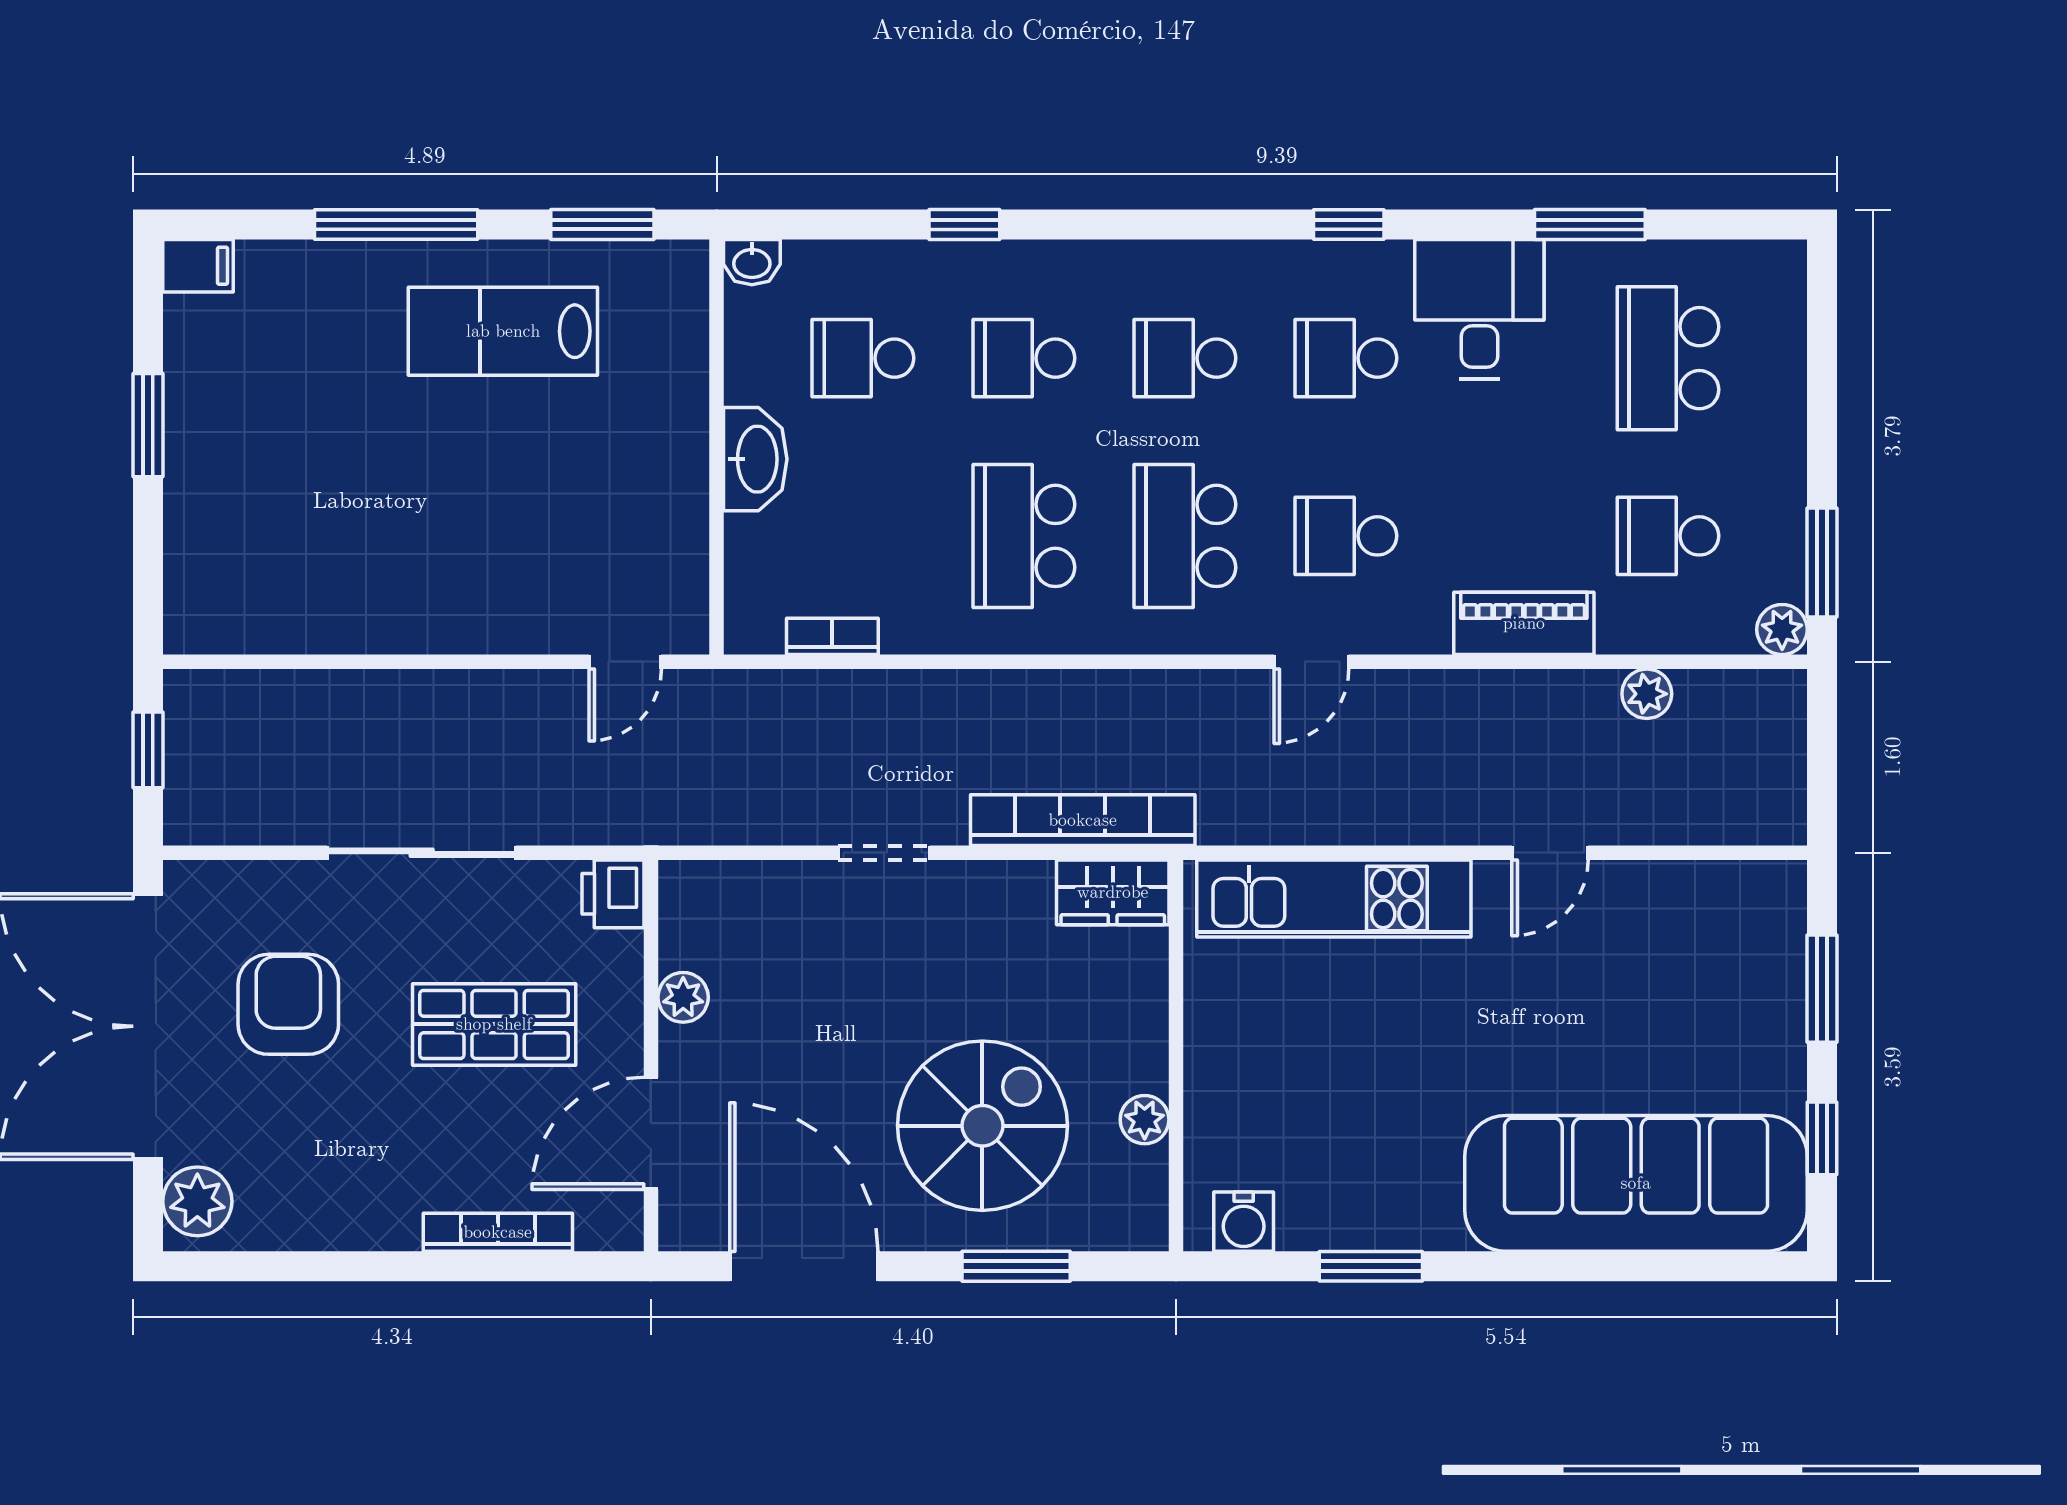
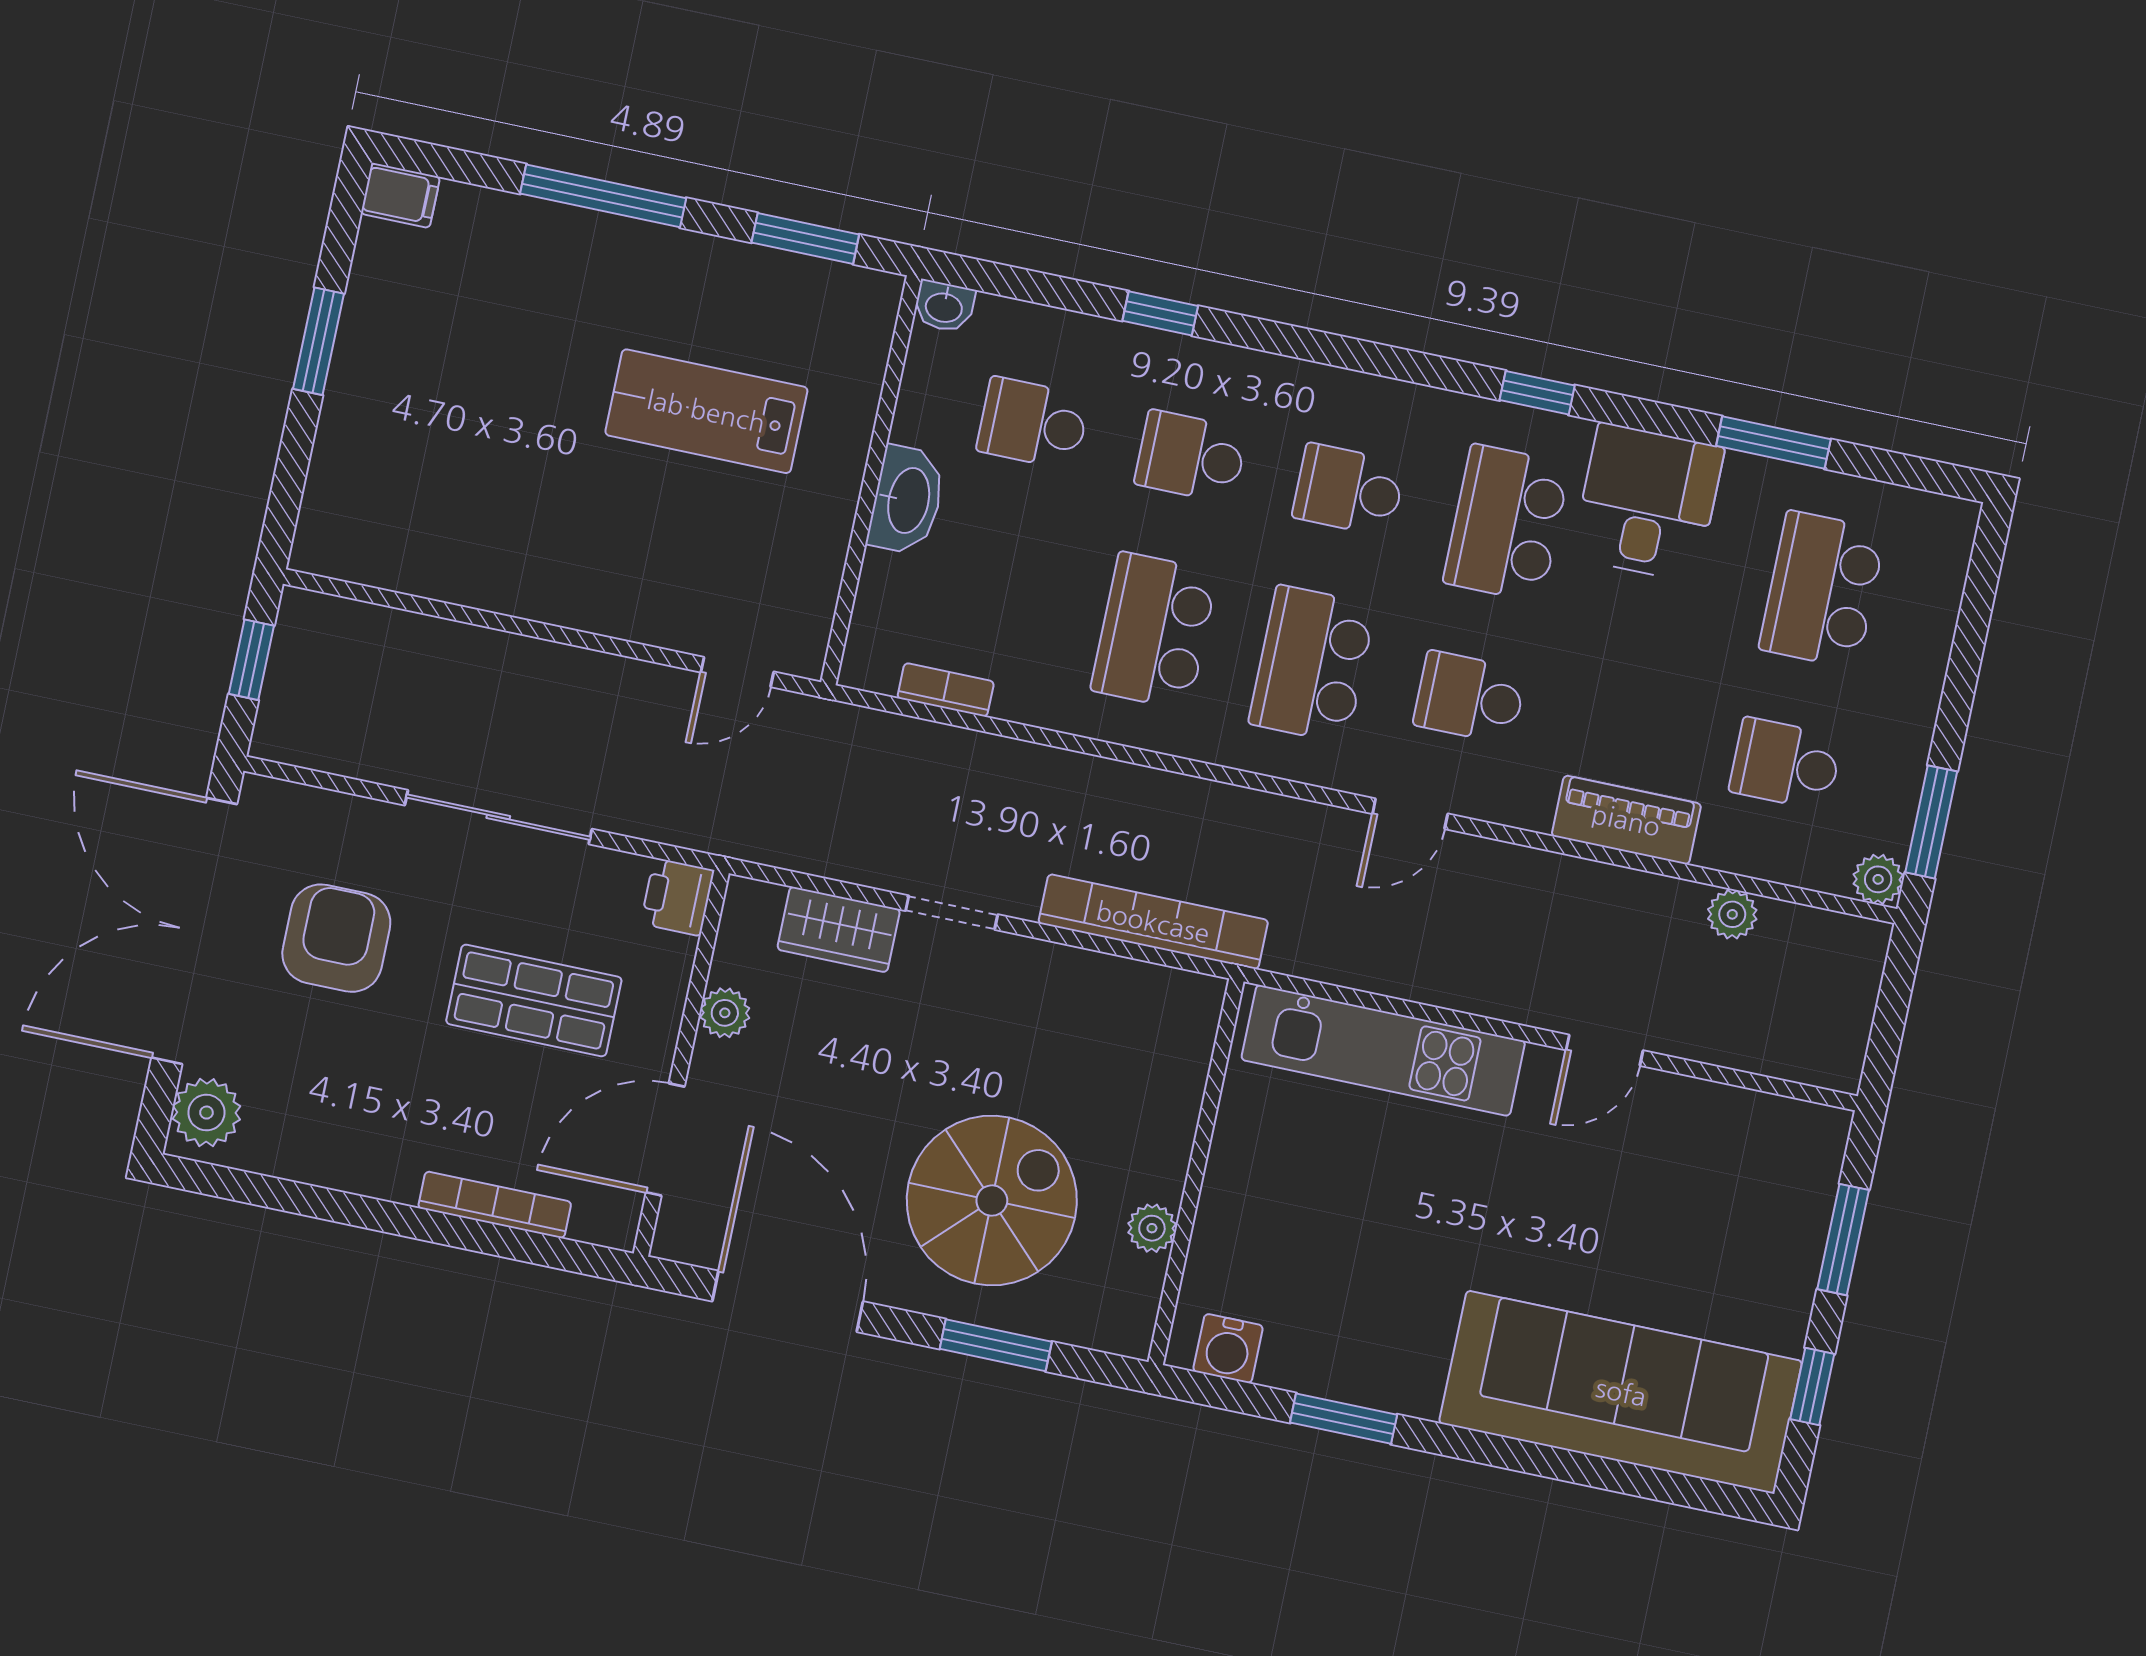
lab bench: (503, 331) -> (706, 411), moved
school desk: (1346, 358) -> (1507, 523), width x1.85
wardrobe: (1113, 892) -> (839, 929), moved

